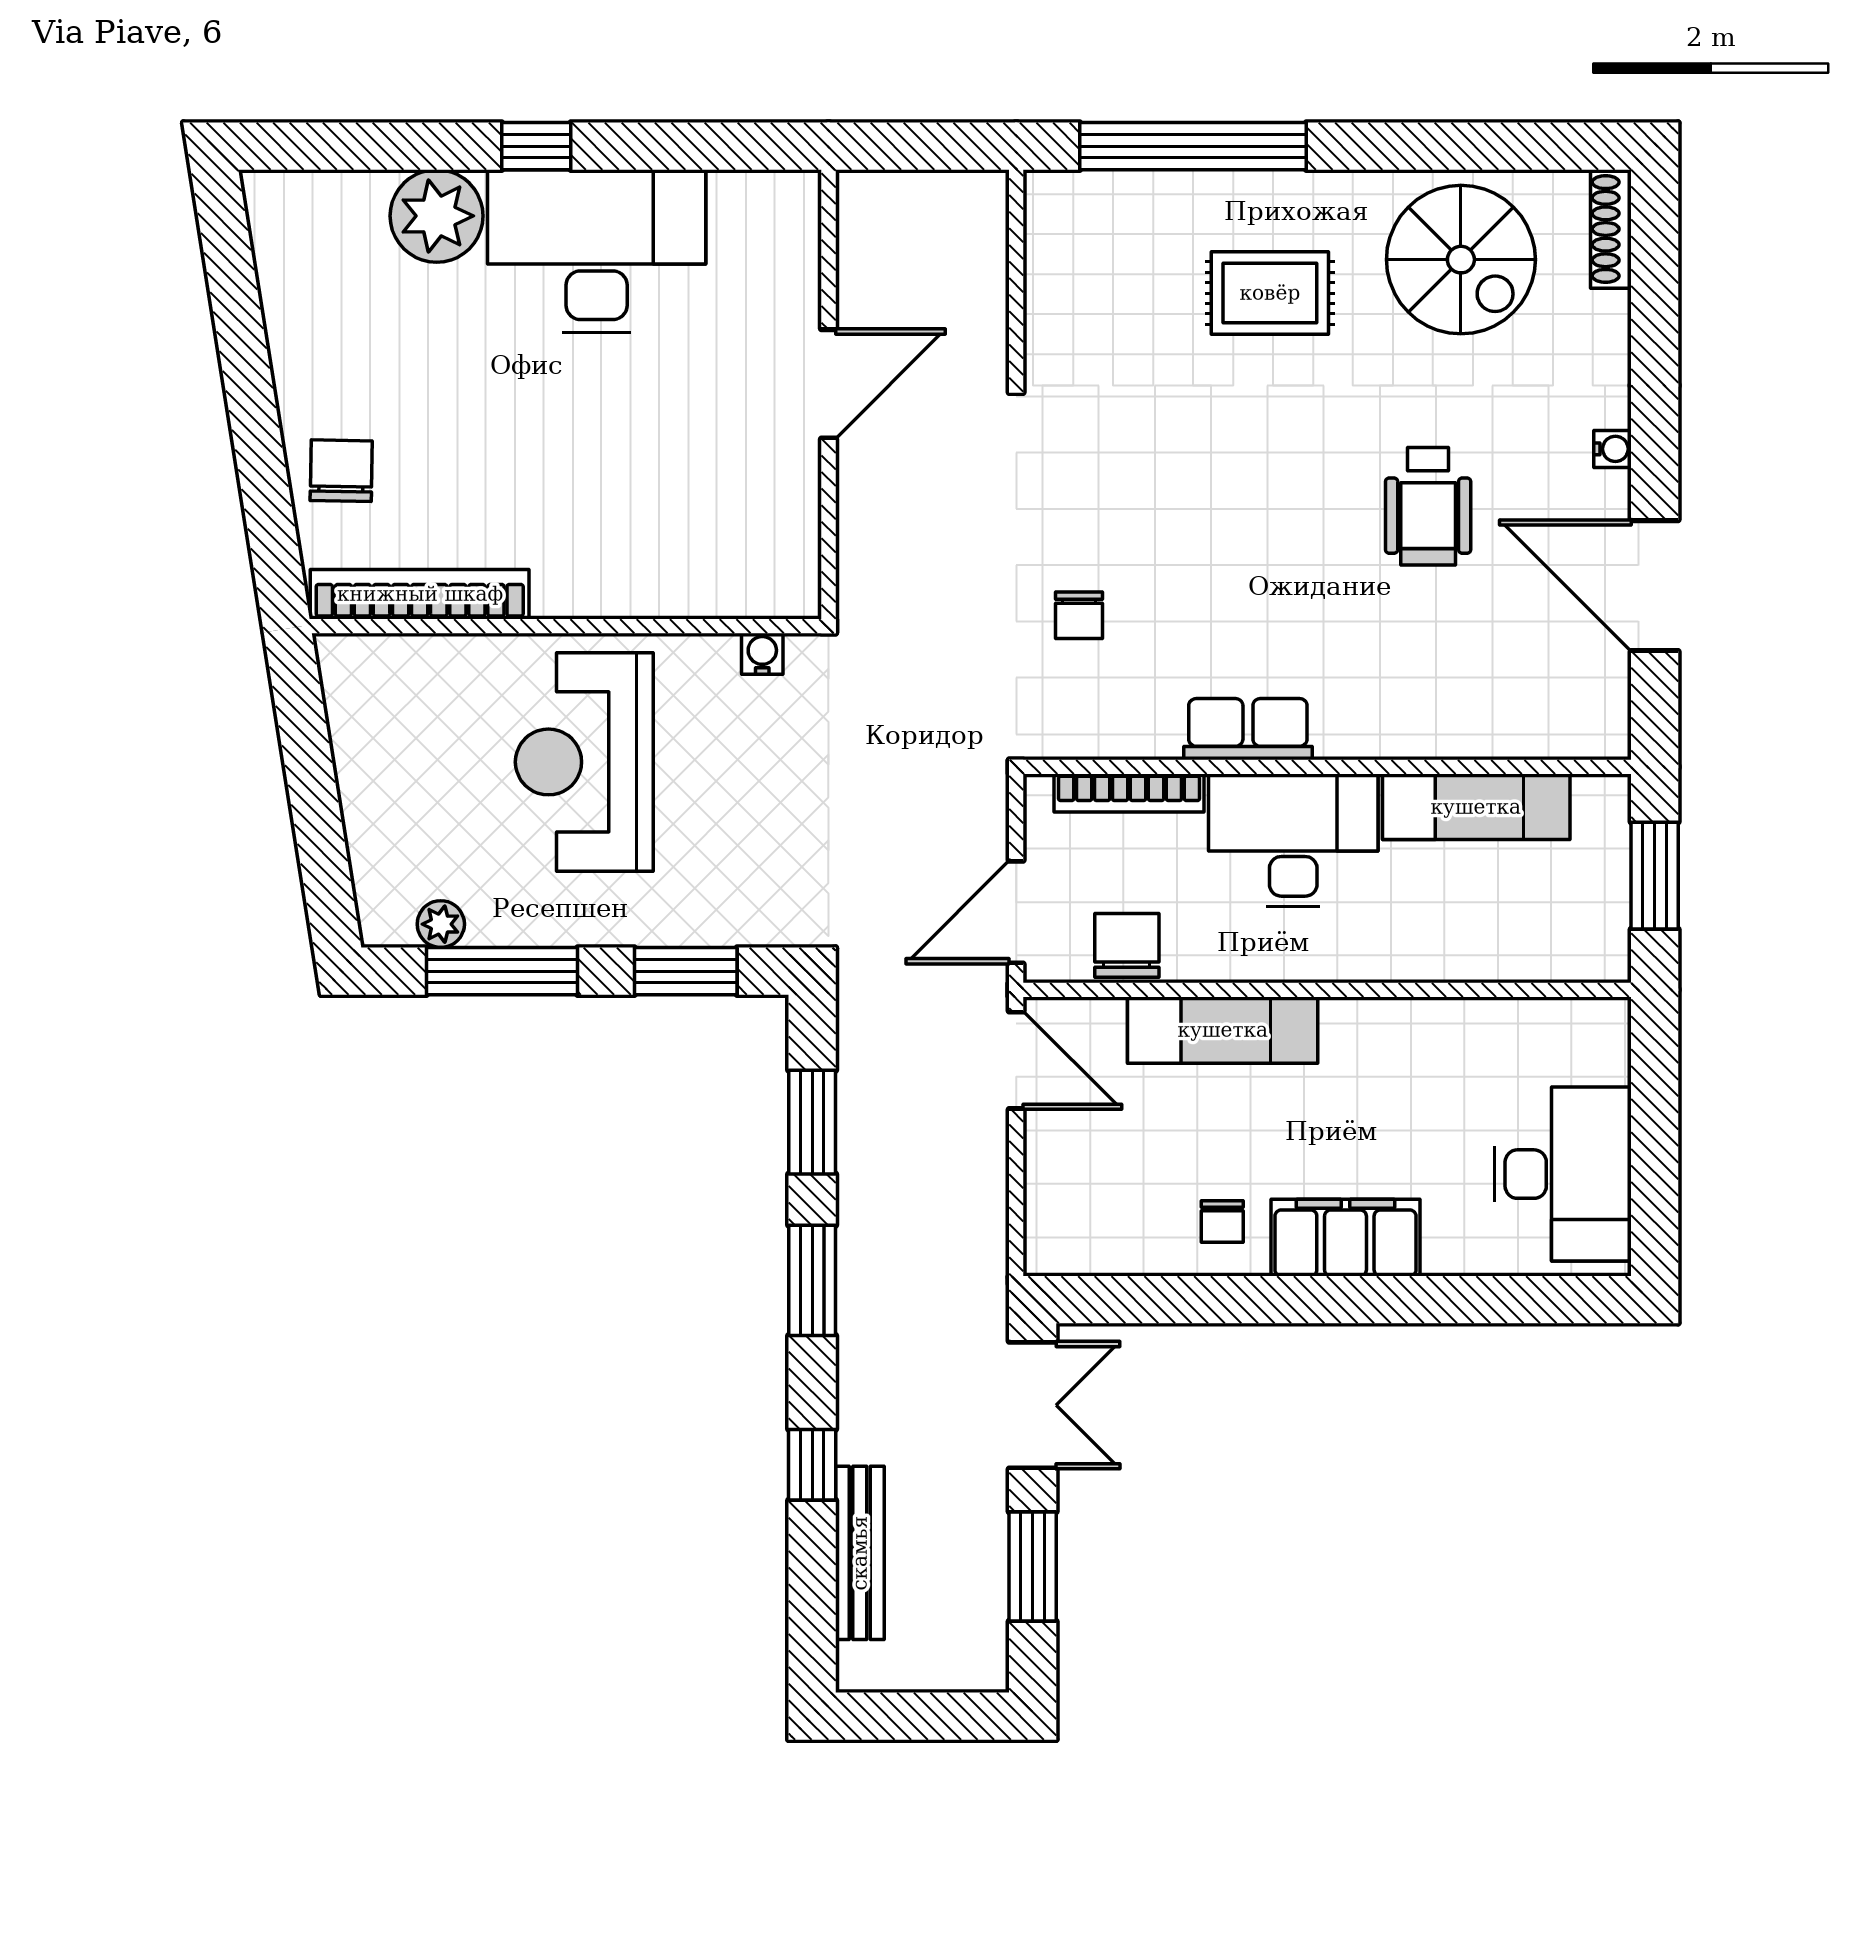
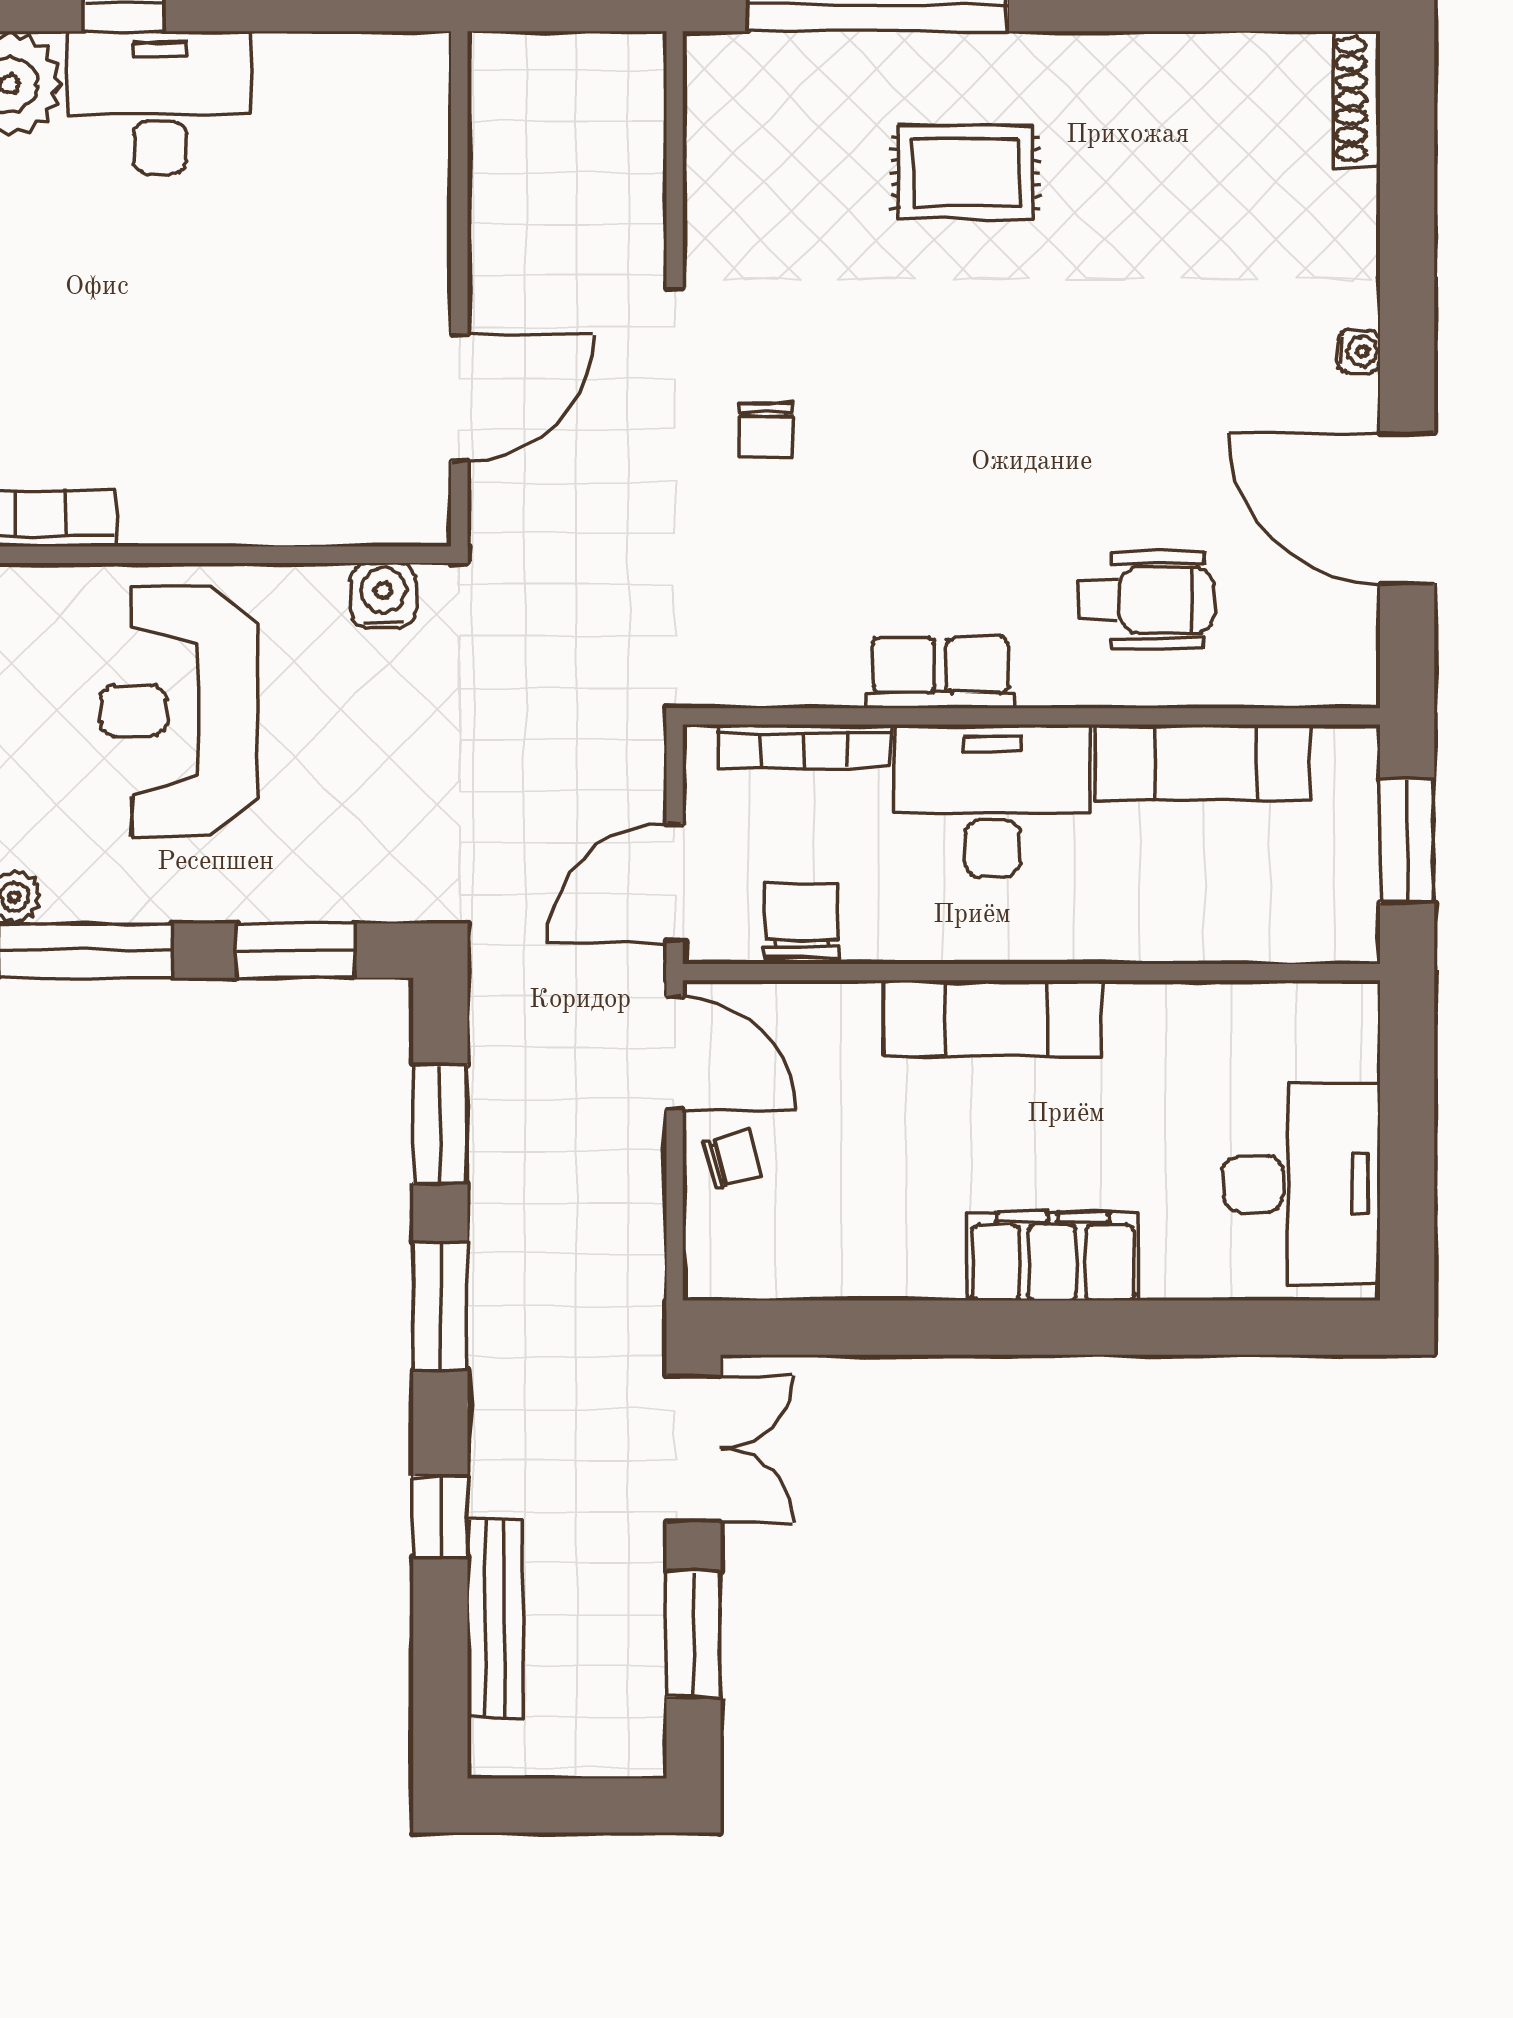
desk: (597, 251) -> (160, 103), width x0.73, depth x0.77
spiral stairs: (1461, 260) -> (1185, 134), removed
door: (828, 384) -> (459, 398), moved
wheelchair: (1428, 506) -> (1147, 600), moved, turned -90
chair: (1079, 615) -> (766, 430), moved
water cooler: (762, 654) -> (383, 596), width x1.38, depth x1.38
exam couch: (1223, 1030) -> (993, 1018), moved
chair: (1222, 1222) -> (733, 1159), moved, turned -105

